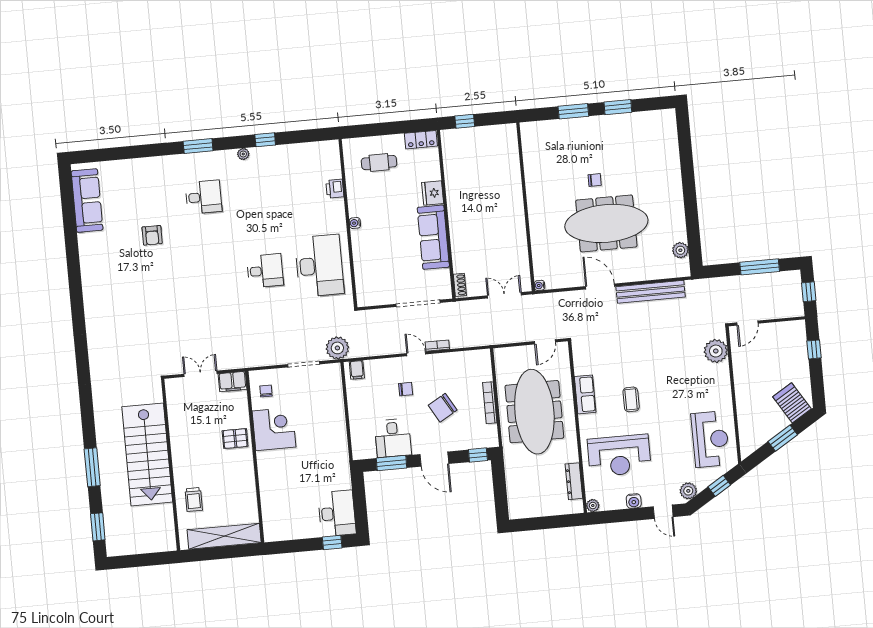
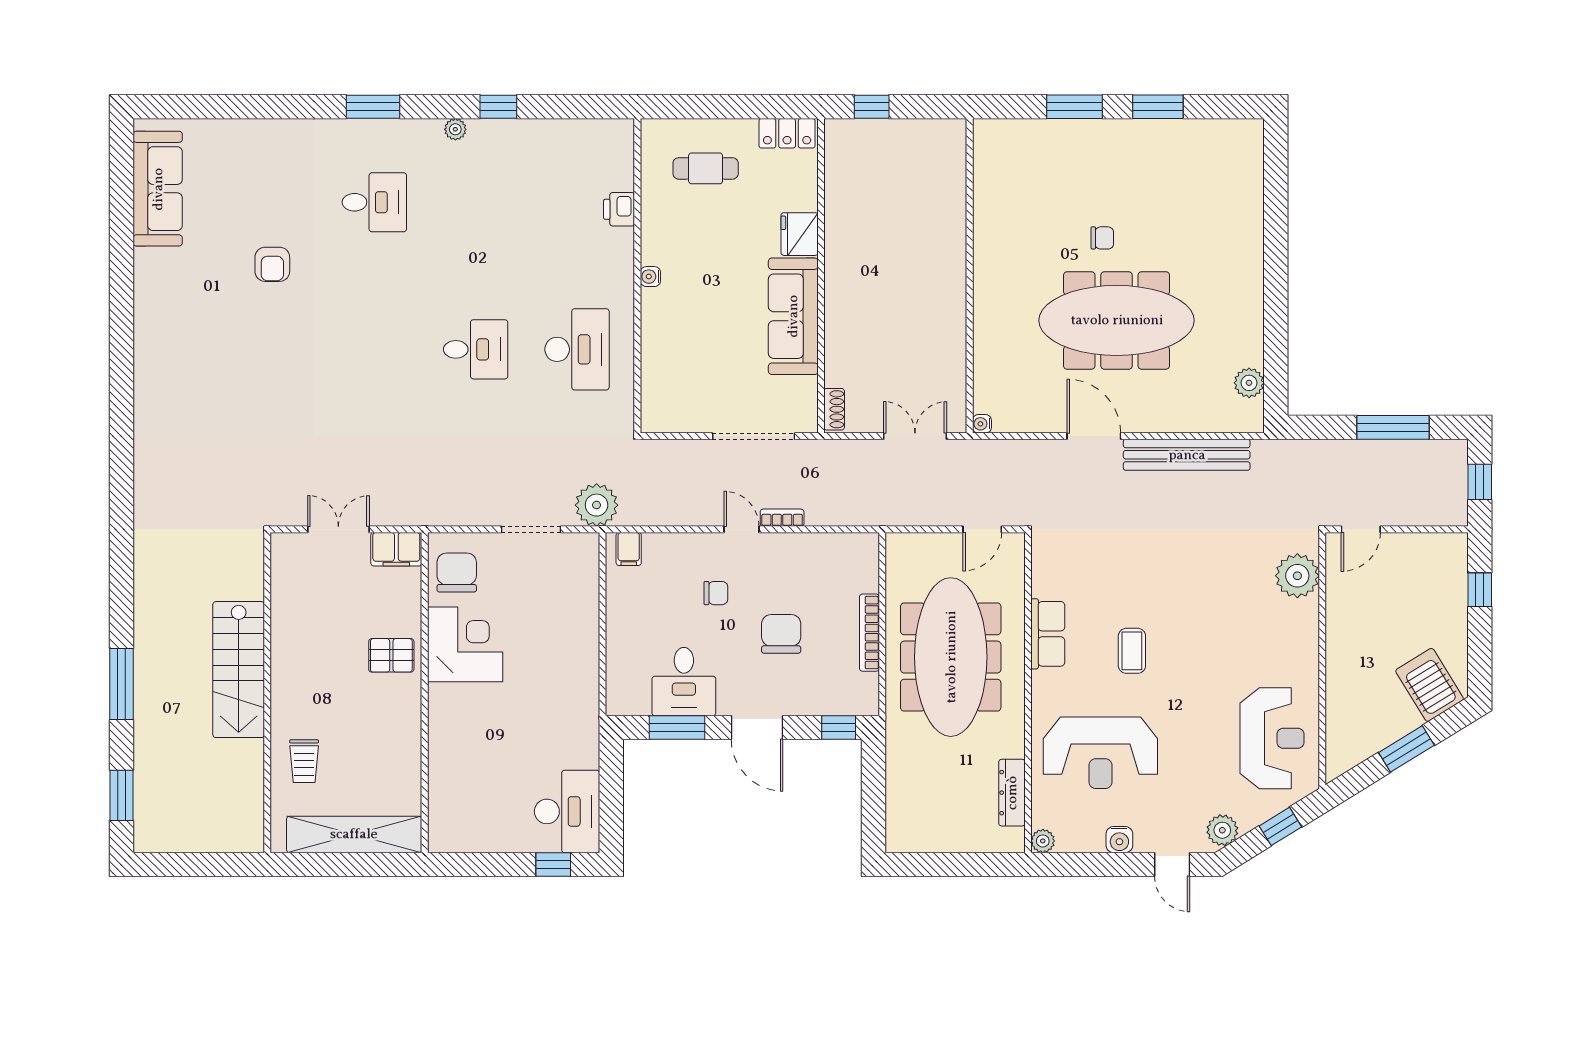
desk: (319, 266) -> (577, 349), width x0.73, depth x0.77
chair: (266, 391) -> (457, 573), width x1.87, depth x1.87
chair: (443, 408) -> (781, 634), turned 120
stairs: (147, 454) -> (239, 670), width x0.73, depth x0.66

